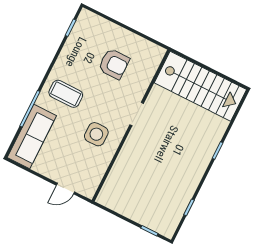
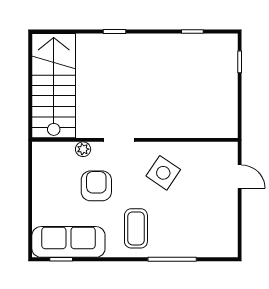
armchair: (114, 64) -> (96, 186), moved
plant: (143, 84) -> (83, 149), added
side table: (96, 134) -> (163, 173), turned 34
sofa: (32, 137) -> (68, 242), moved

